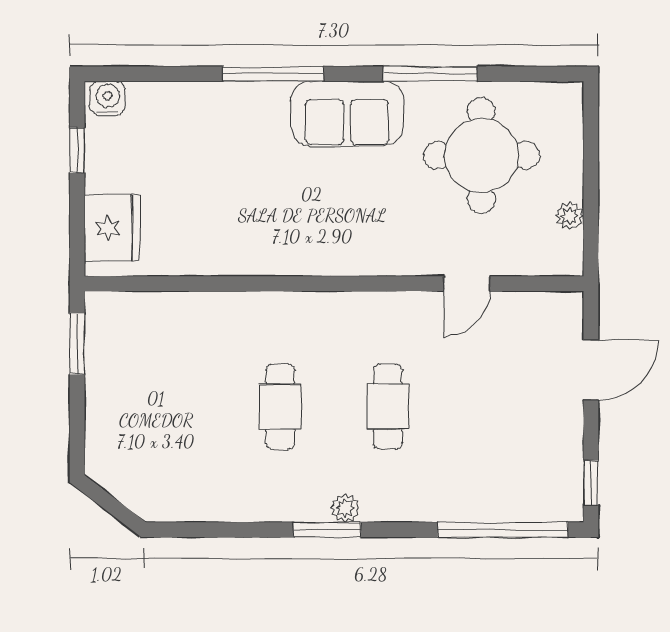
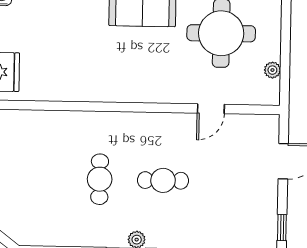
cafe table: (388, 407) -> (163, 180), turned 90

